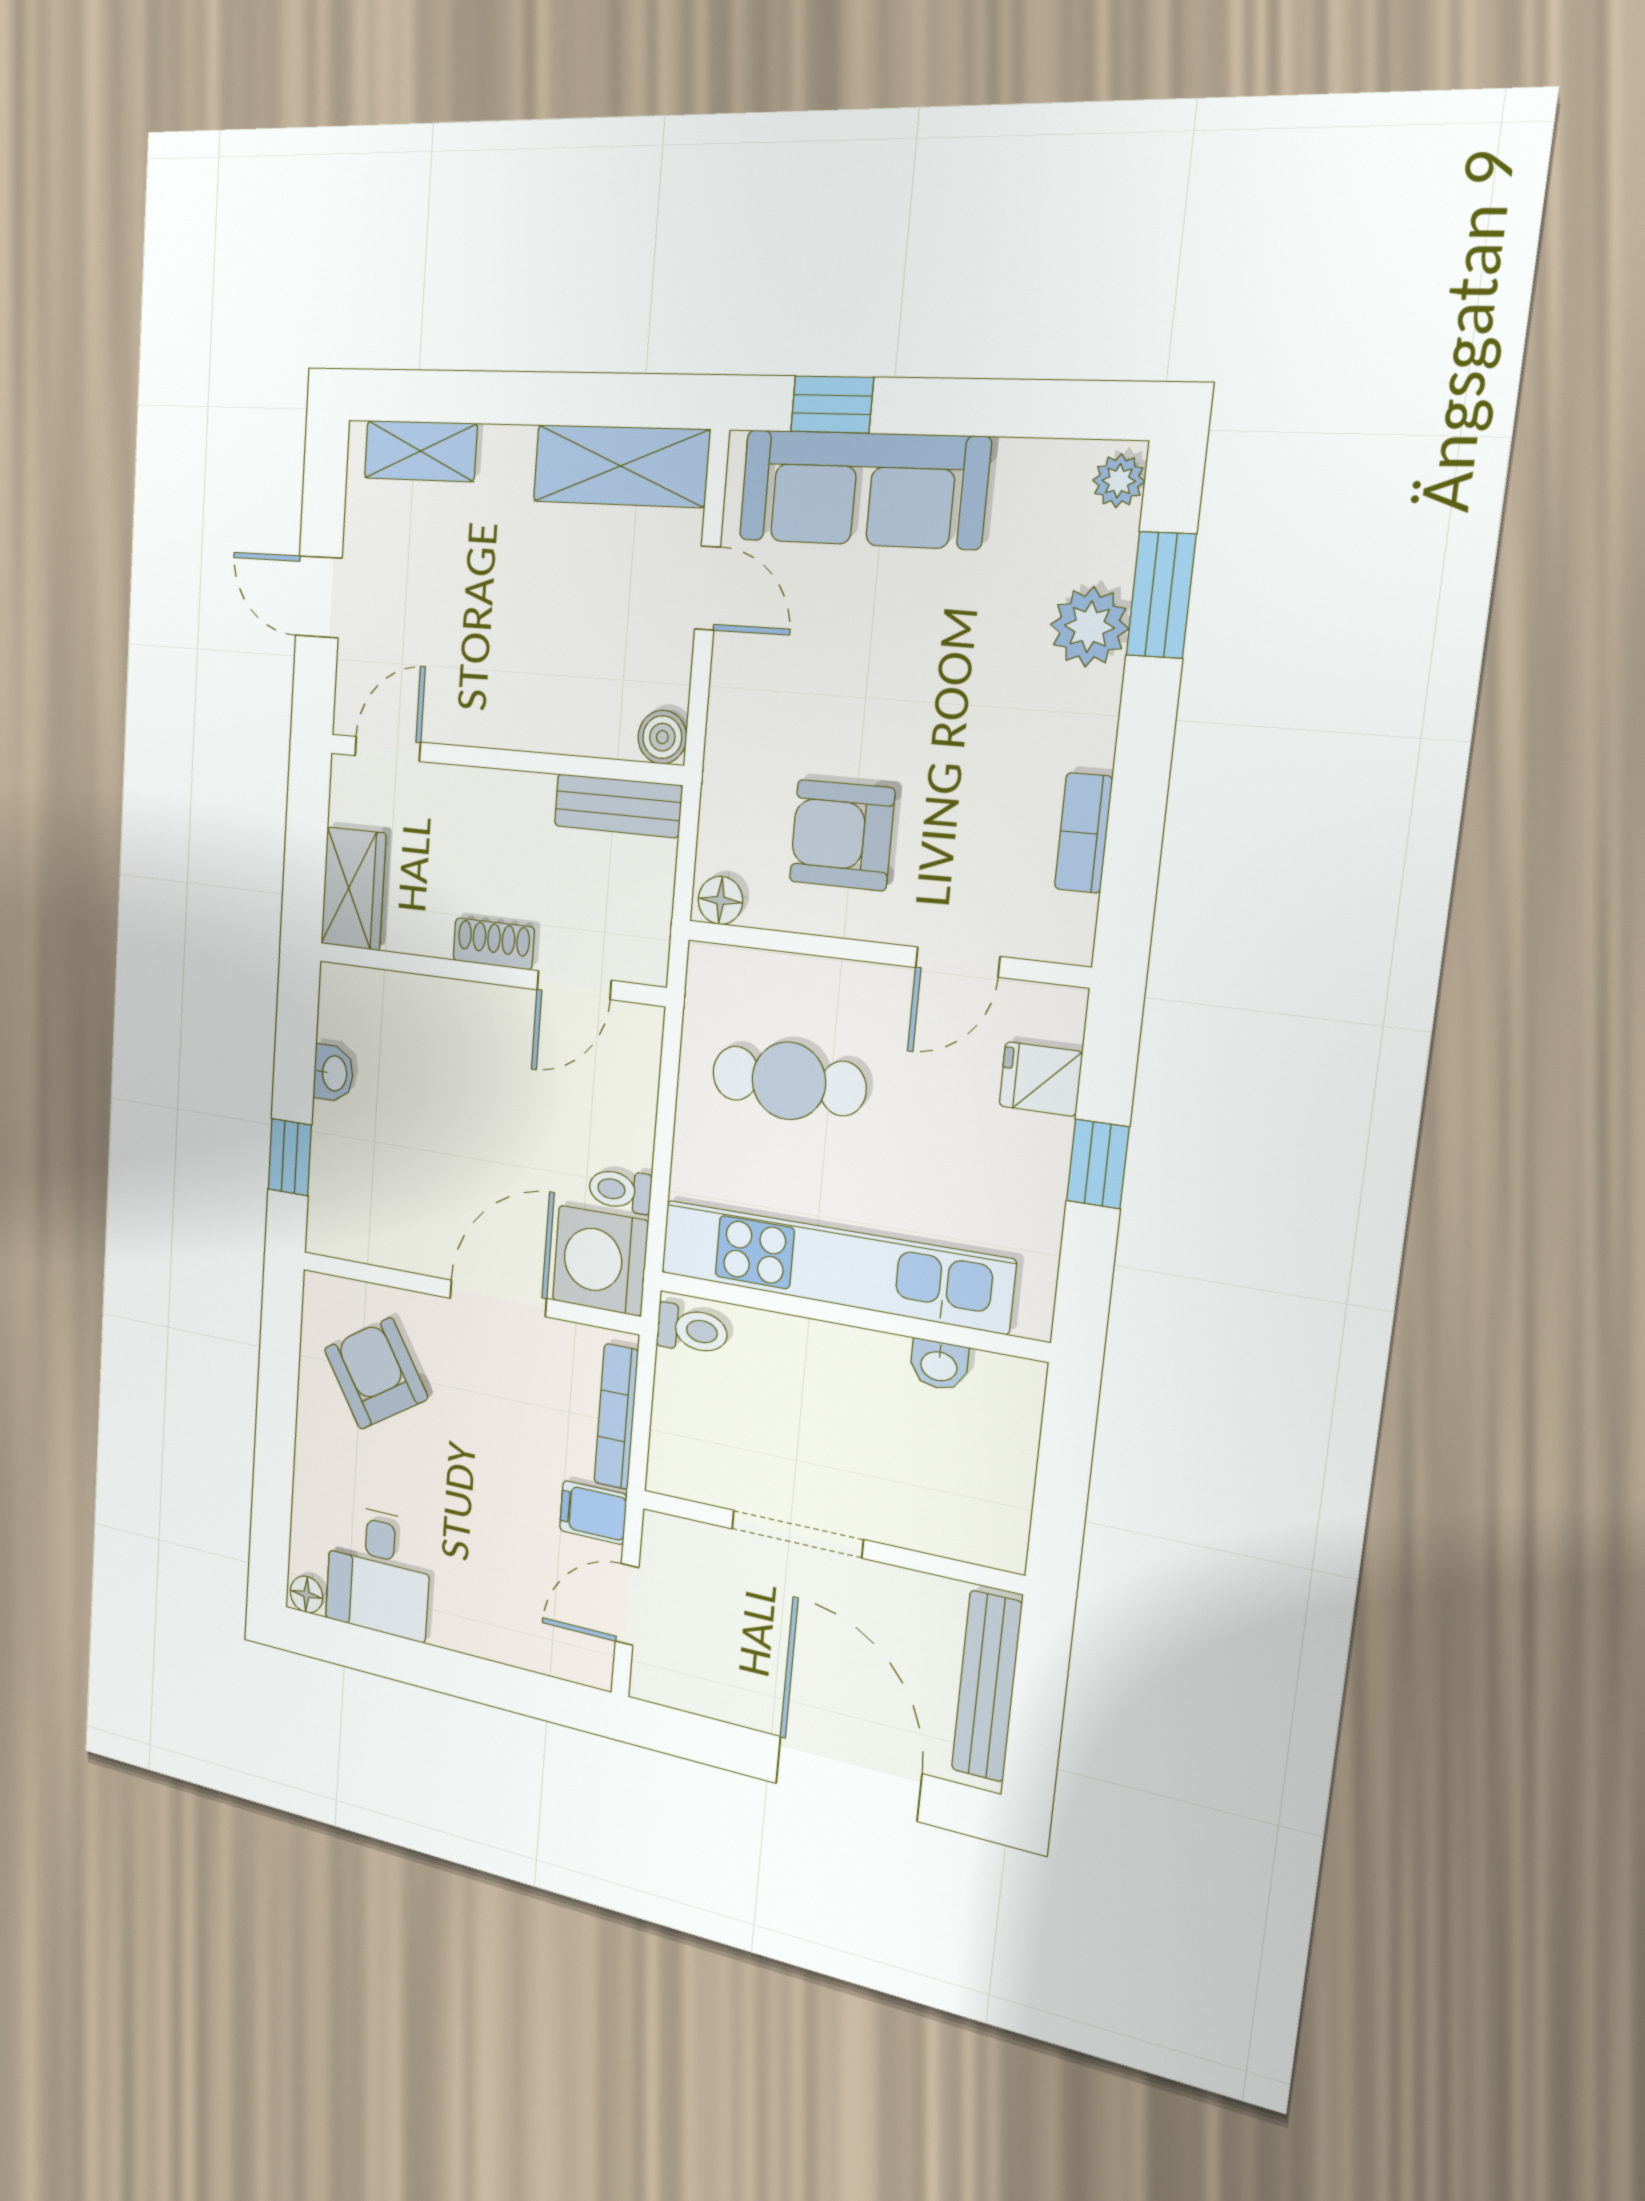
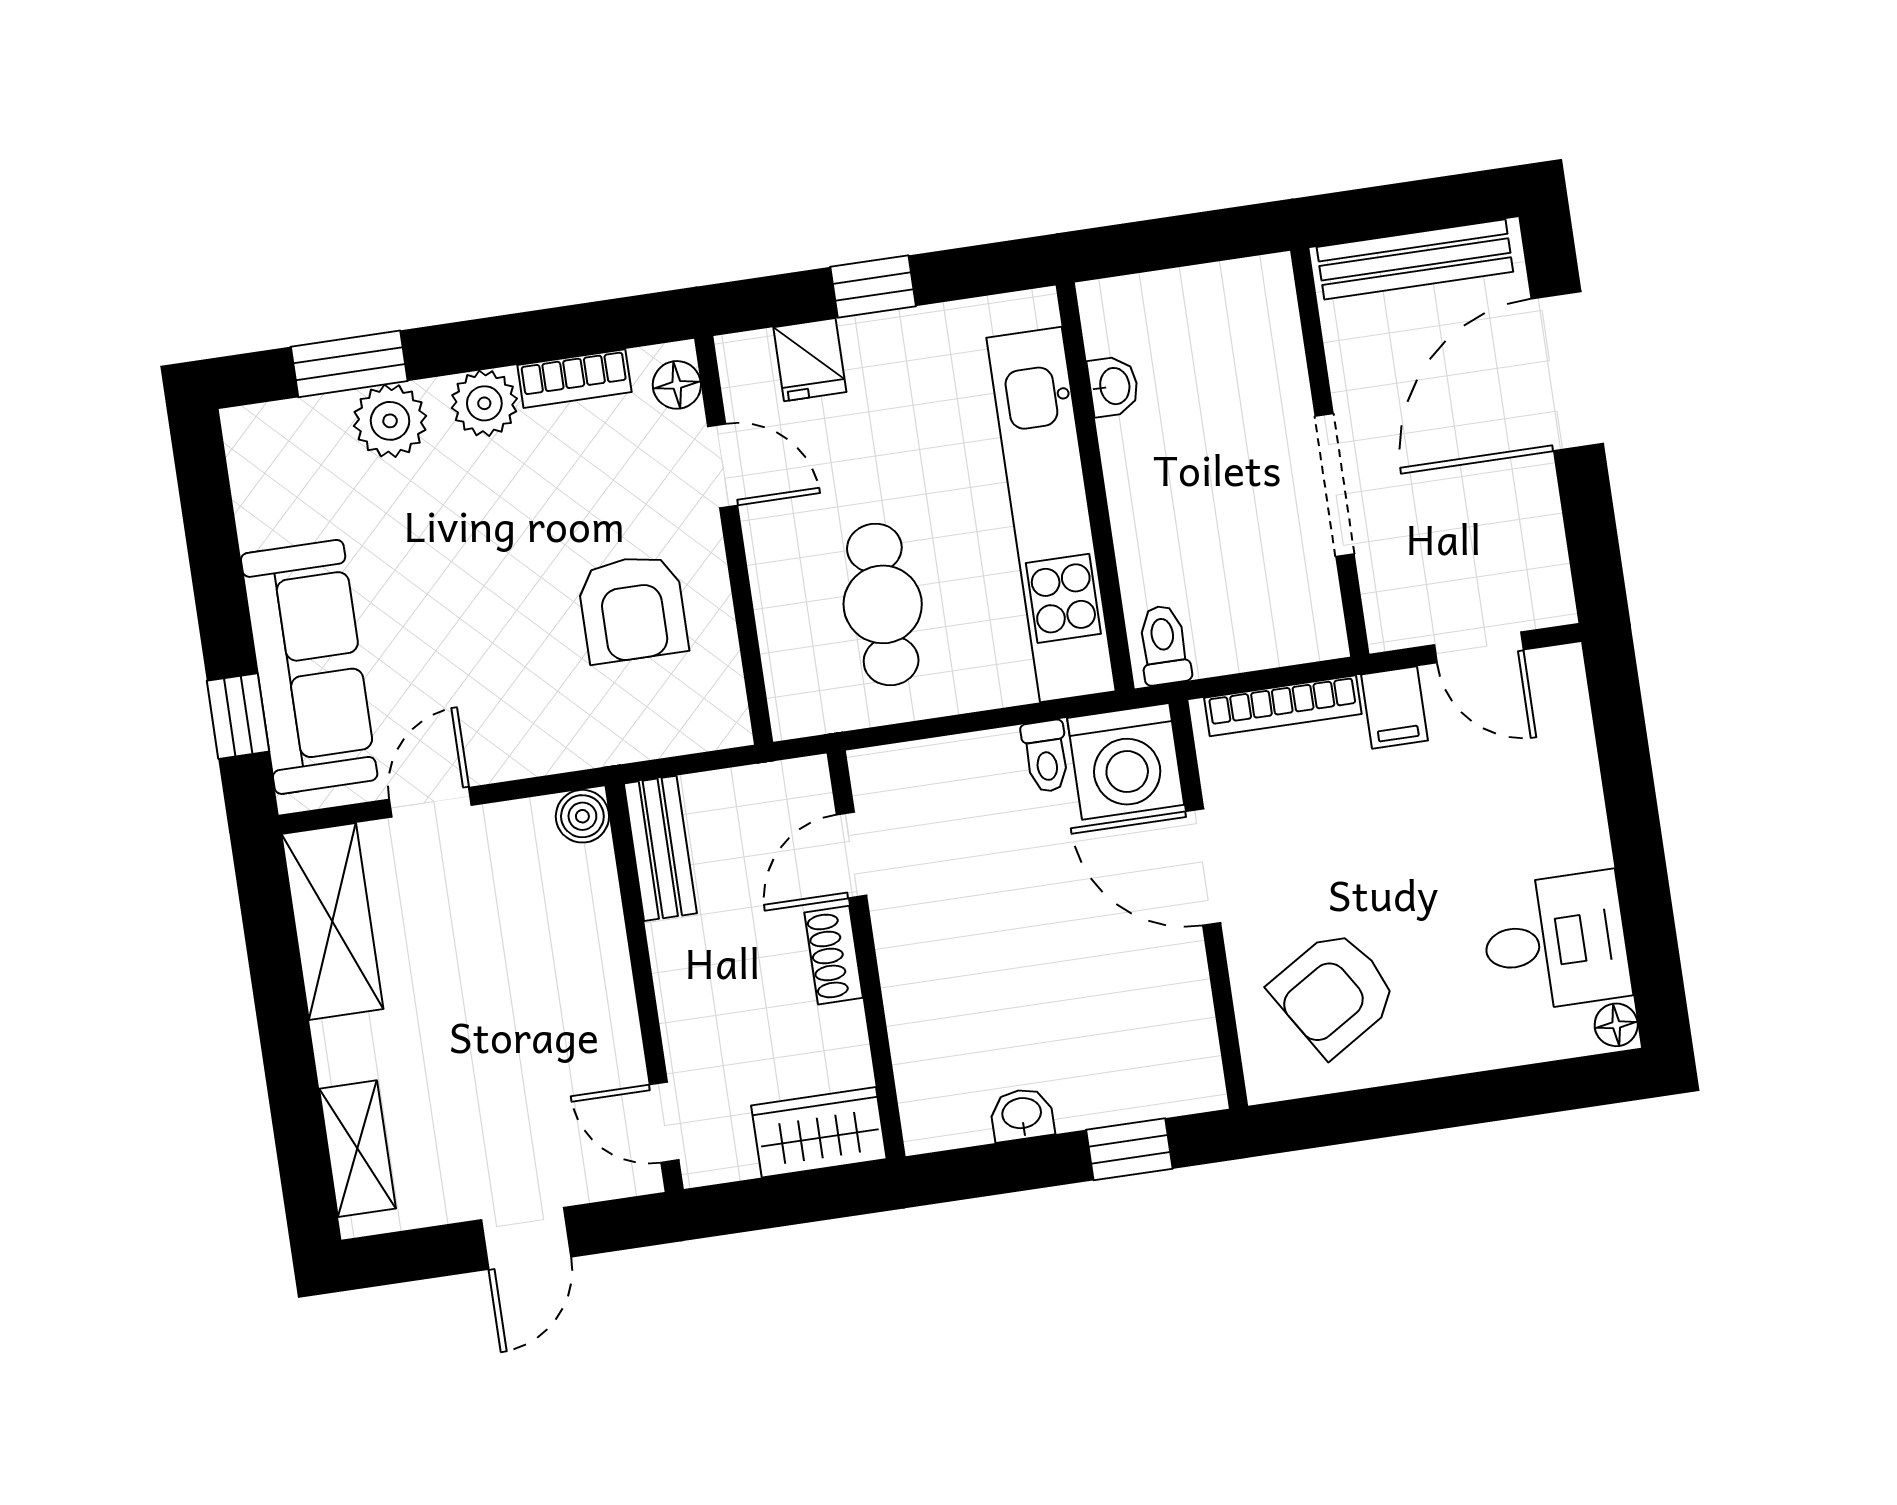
plant: (1119, 481) -> (484, 403), moved, width x1.38, depth x1.38
floor lamp: (720, 900) -> (677, 385), moved
door: (574, 985) -> (851, 855), swing flipped

